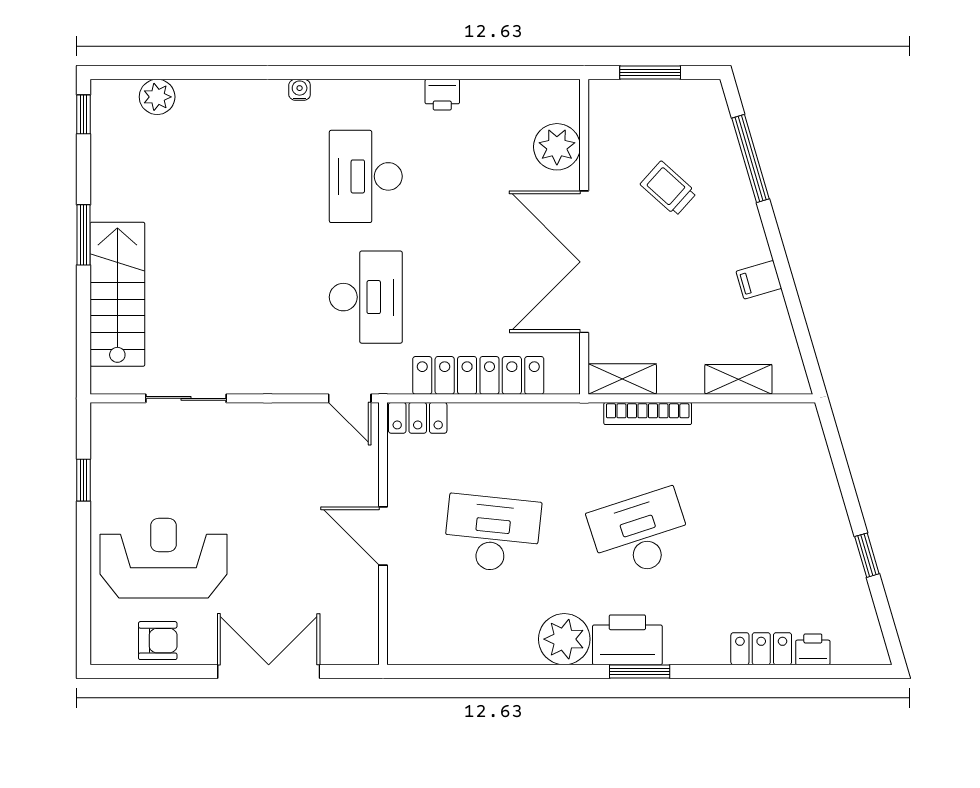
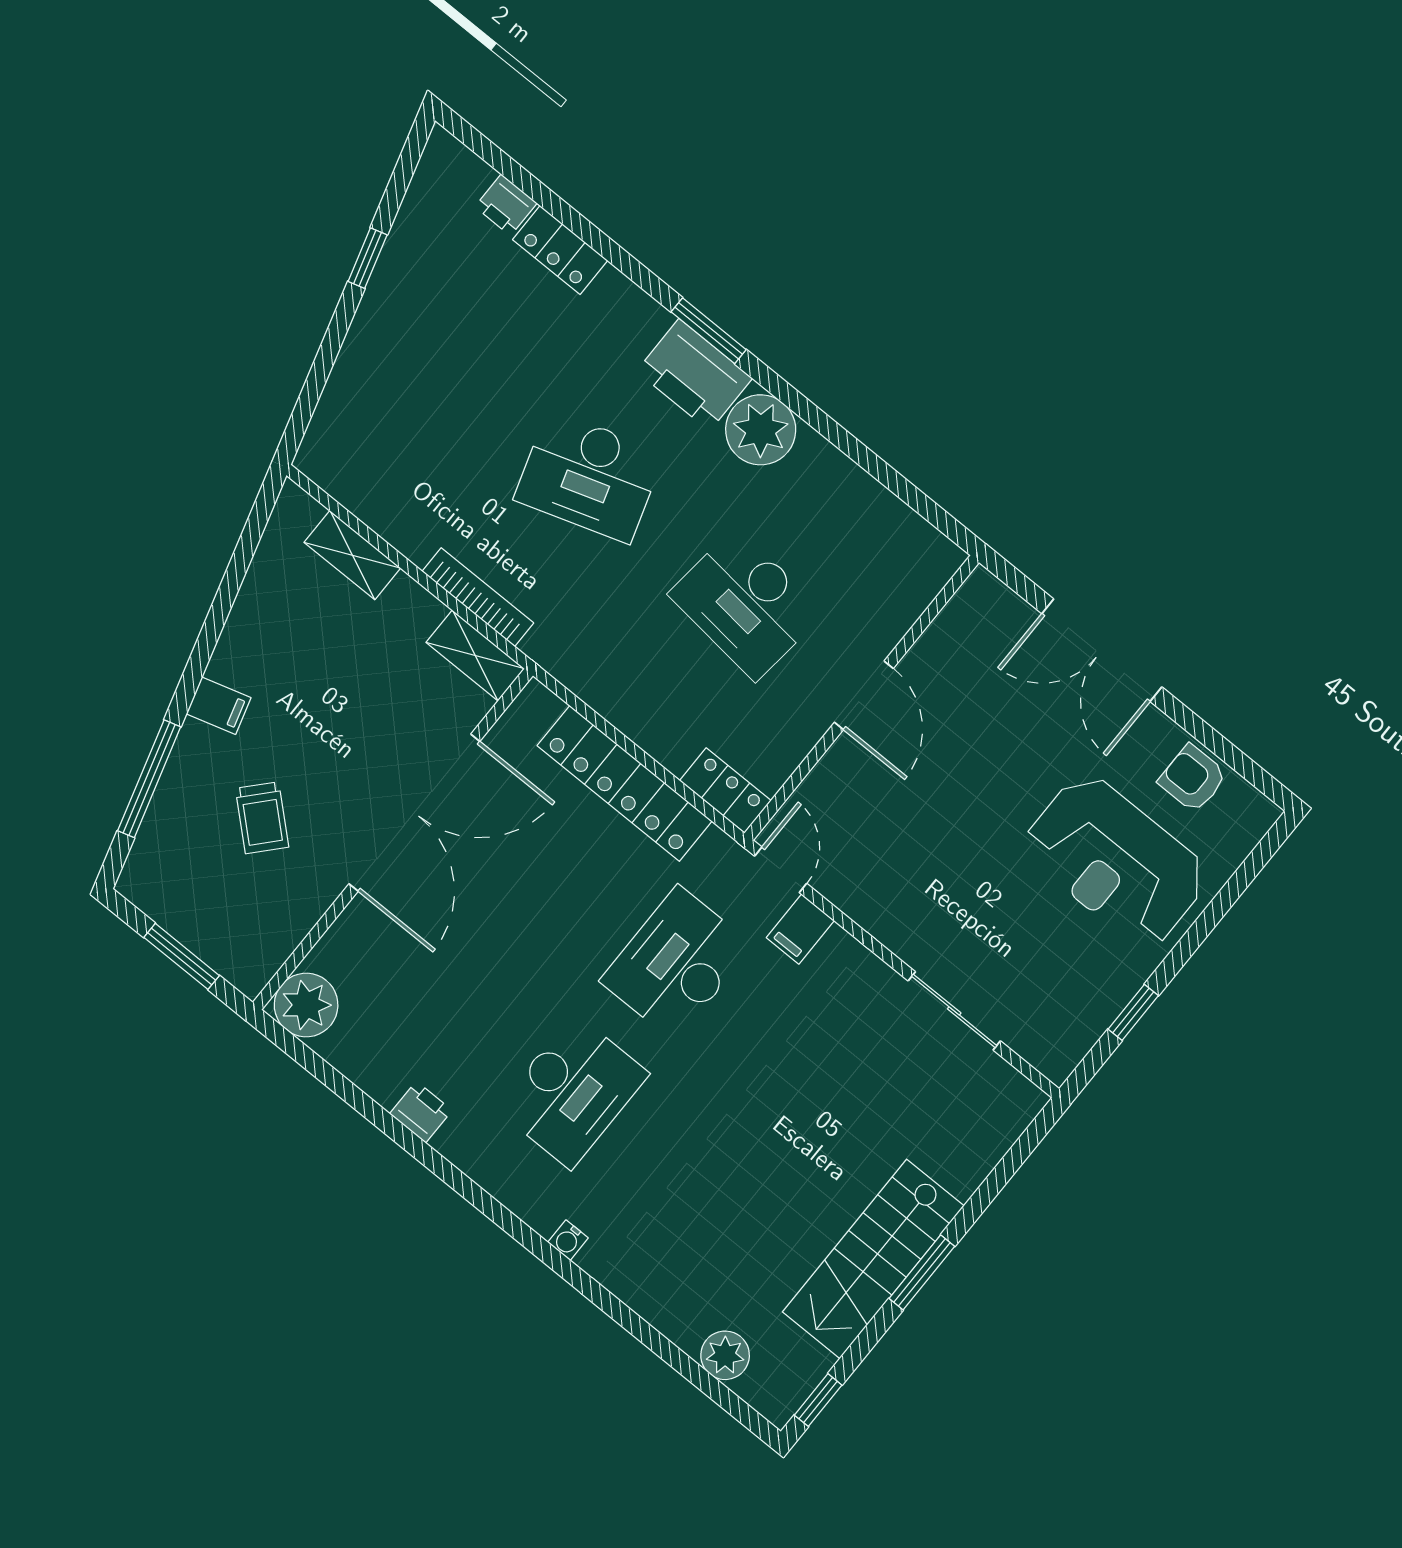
plant: (557, 147) -> (306, 1005), moved
filing cabinet: (759, 280) -> (219, 706), moved
stairs: (117, 294) -> (873, 1259), moved
filing cabinet: (311, 374) -> (800, 929), added

